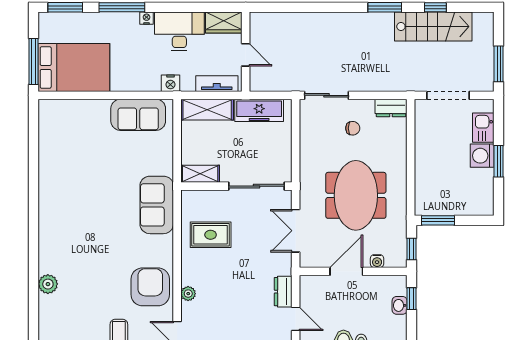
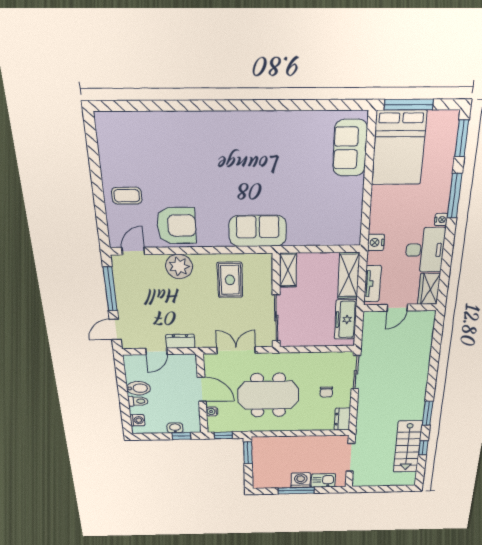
window: (499, 64) -> (373, 489), removed
sofa: (138, 115) -> (350, 148), moved
window: (499, 161) -> (296, 491), width x1.44
plant: (48, 284) -> (172, 122), removed
plant: (188, 294) -> (179, 266), width x1.88, depth x1.88

